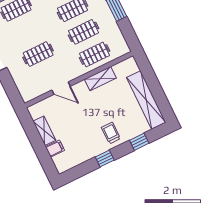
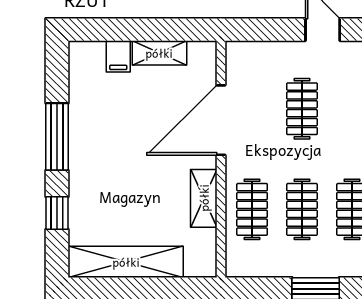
door: (61, 88) -> (221, 120), width x1.87
trolley: (111, 133) -> (97, 170), removed
window: (105, 159) -> (57, 137), width x2.17

